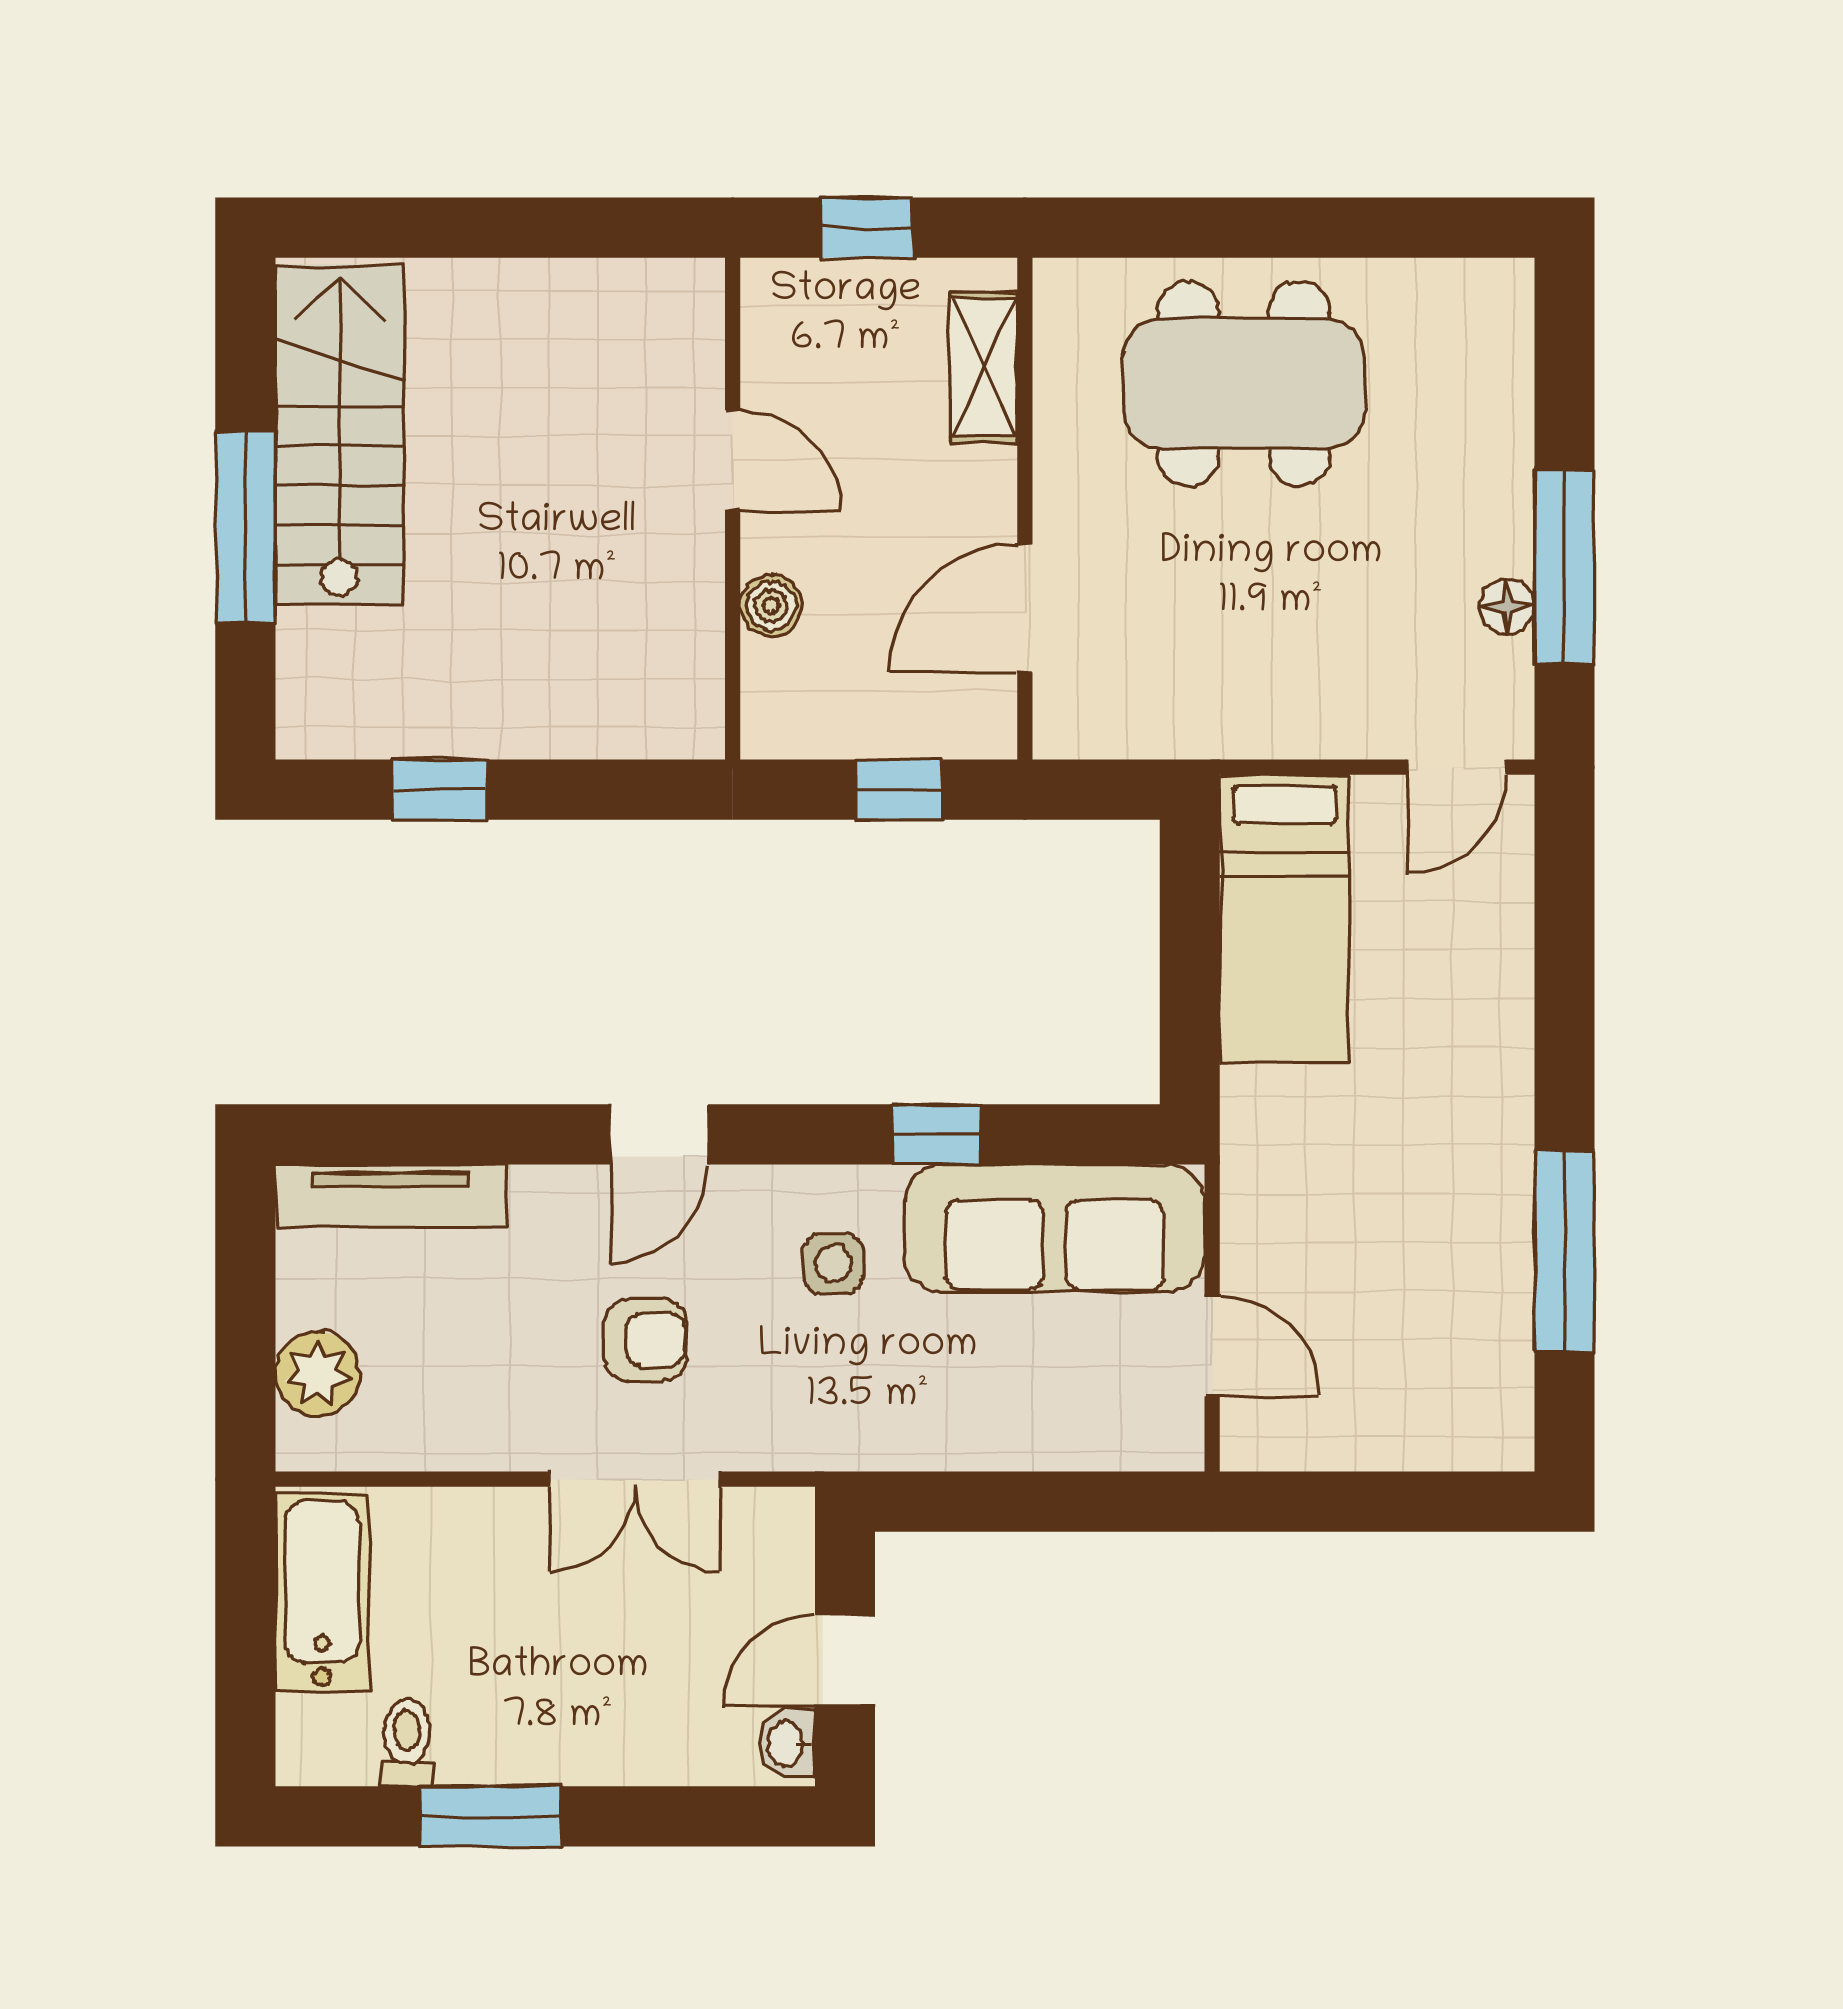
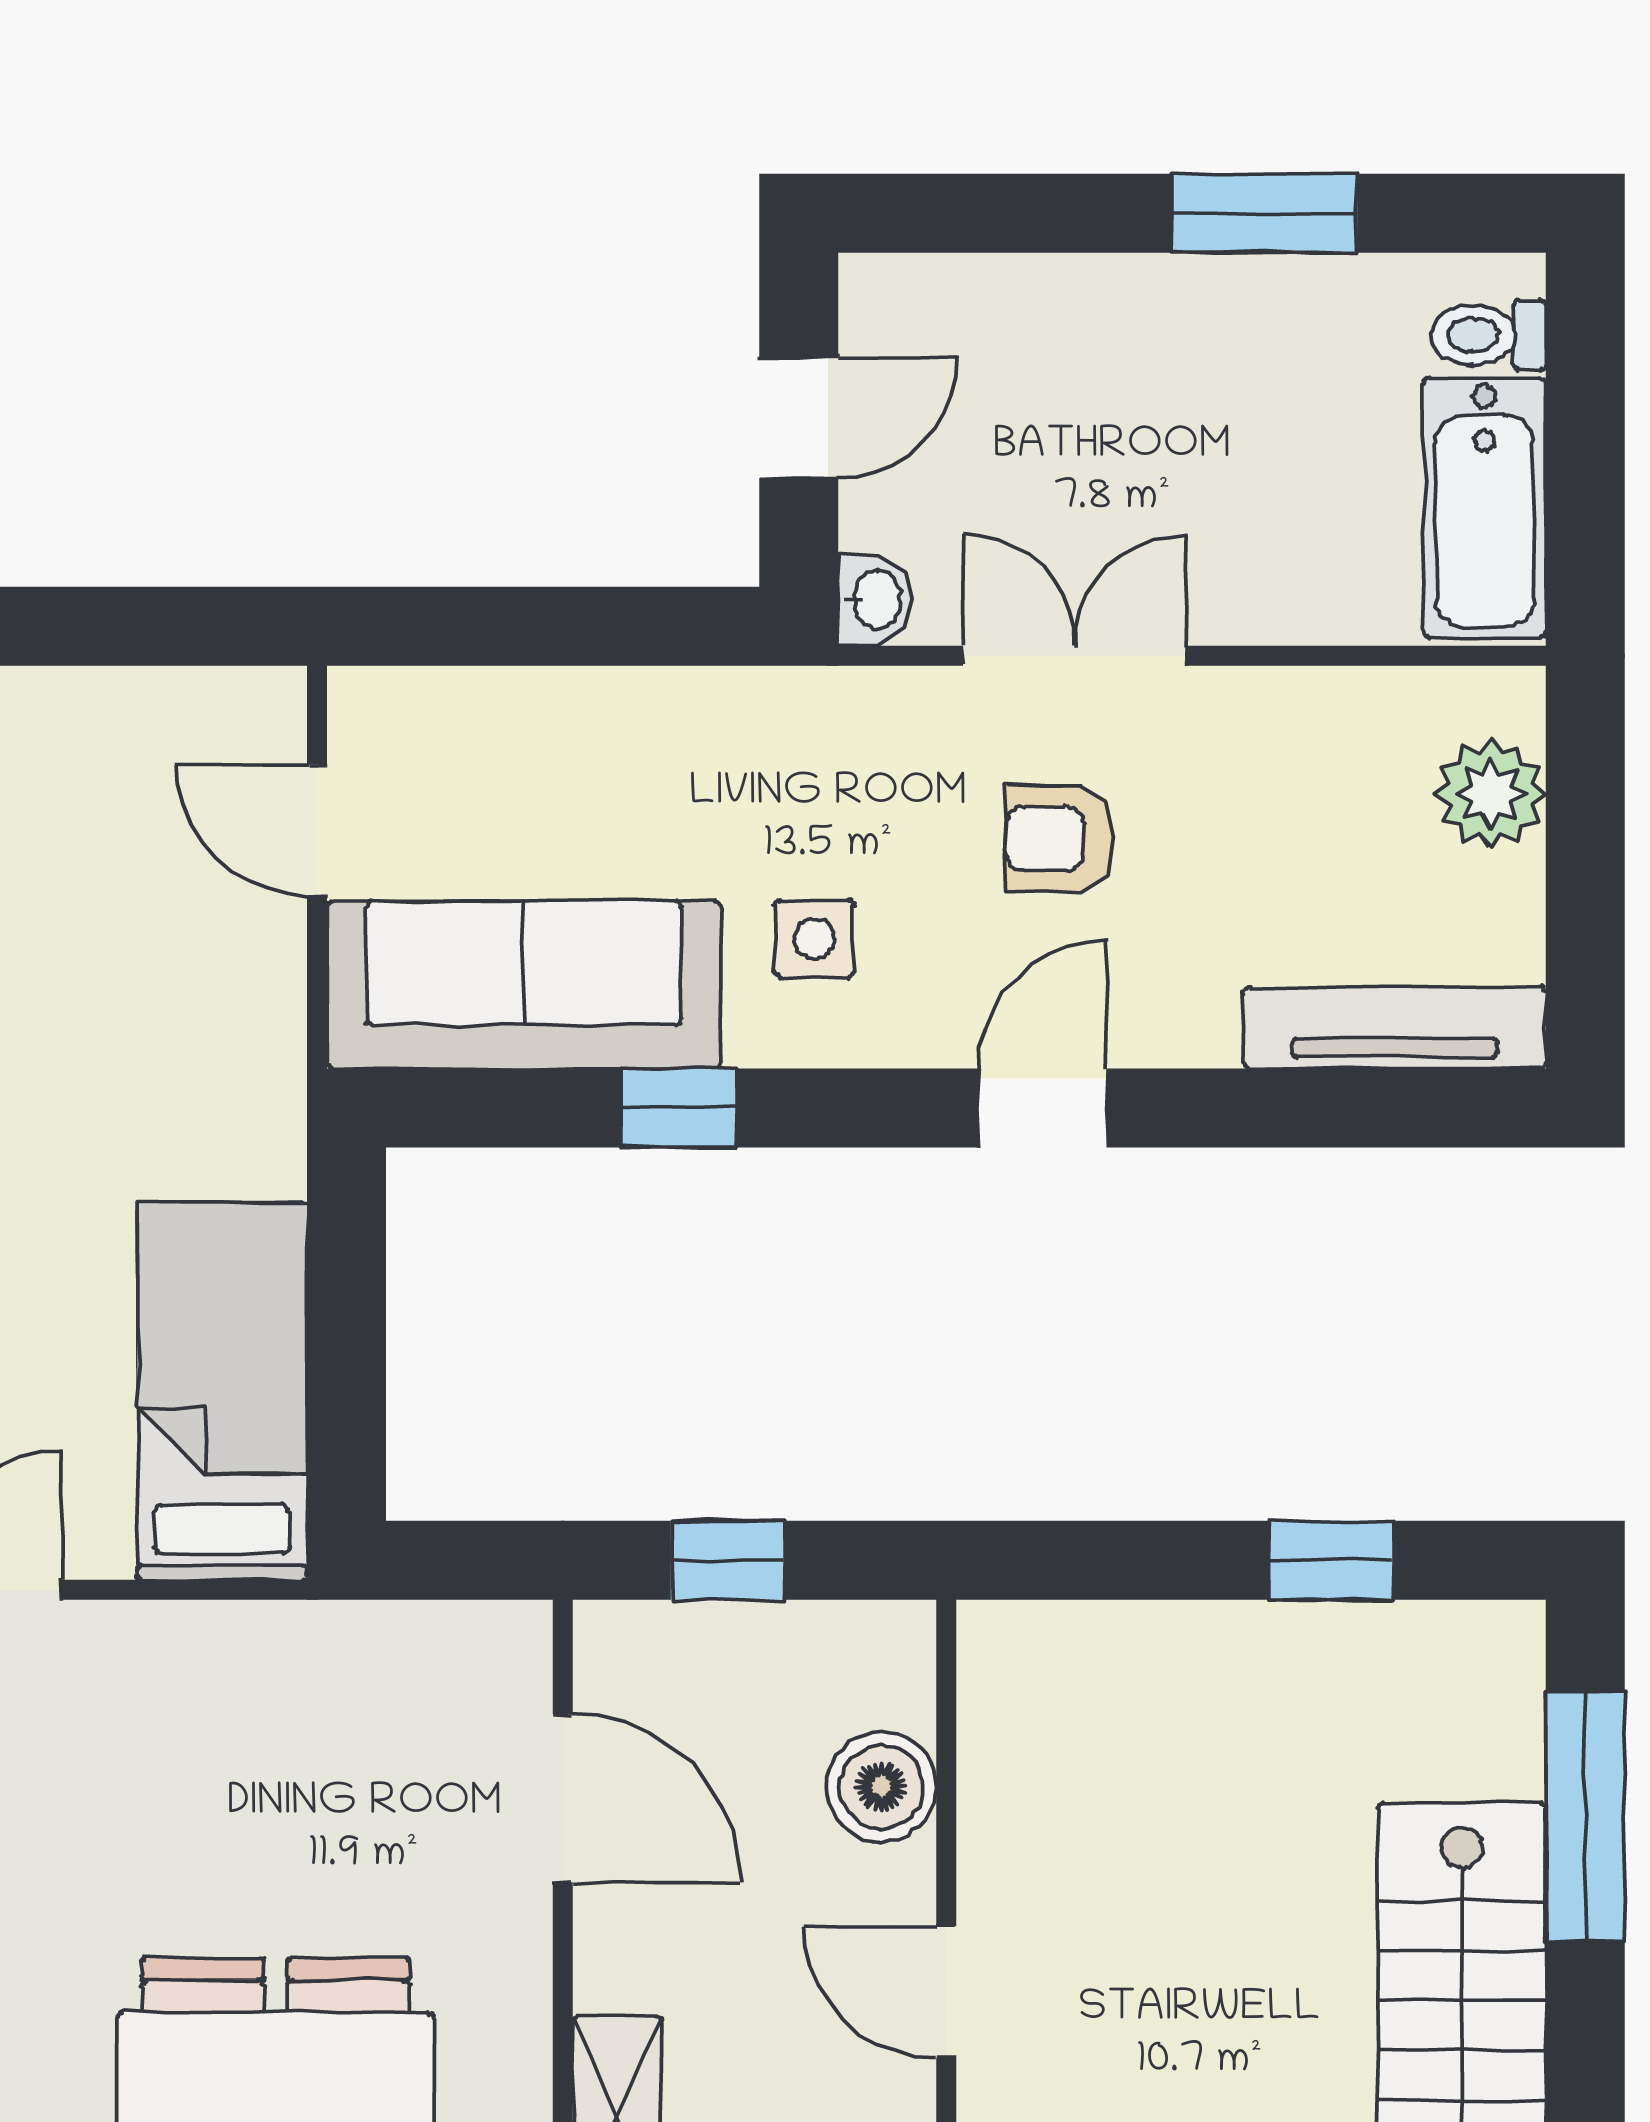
window: (245, 527) -> (1585, 1816), moved
boiler: (771, 606) -> (881, 1787), width x1.36, depth x1.36
door: (1025, 608) -> (563, 1798), hinge flipped
toilet: (407, 1743) -> (1488, 335), moved, turned 90
washbasin: (787, 1744) -> (875, 600), moved

